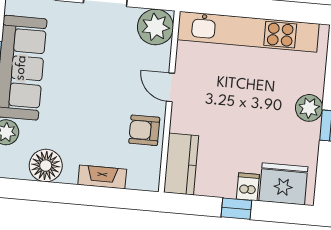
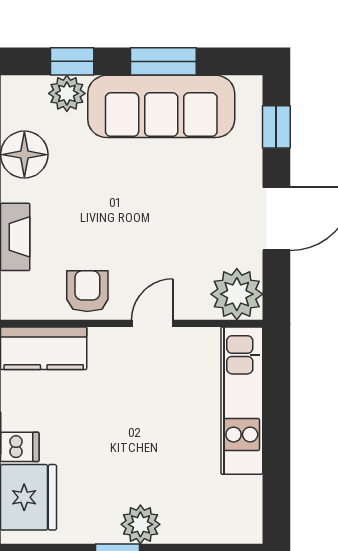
kitchen unit: (248, 32) -> (242, 401), width x0.73

